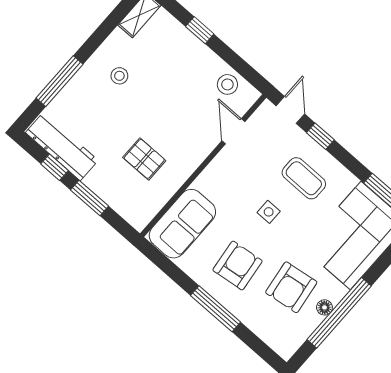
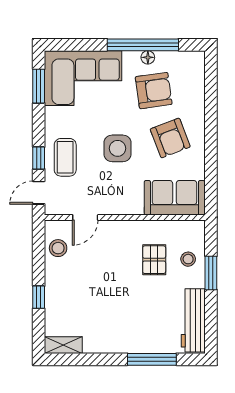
stool: (119, 76) -> (188, 259), moved
window: (54, 167) -> (211, 313), removed
coffee table: (304, 178) -> (65, 157), moved
side table: (269, 212) -> (118, 148), width x1.87, depth x1.87
armchair: (238, 266) -> (170, 138), turned -104
window: (216, 309) -> (211, 128), removed

